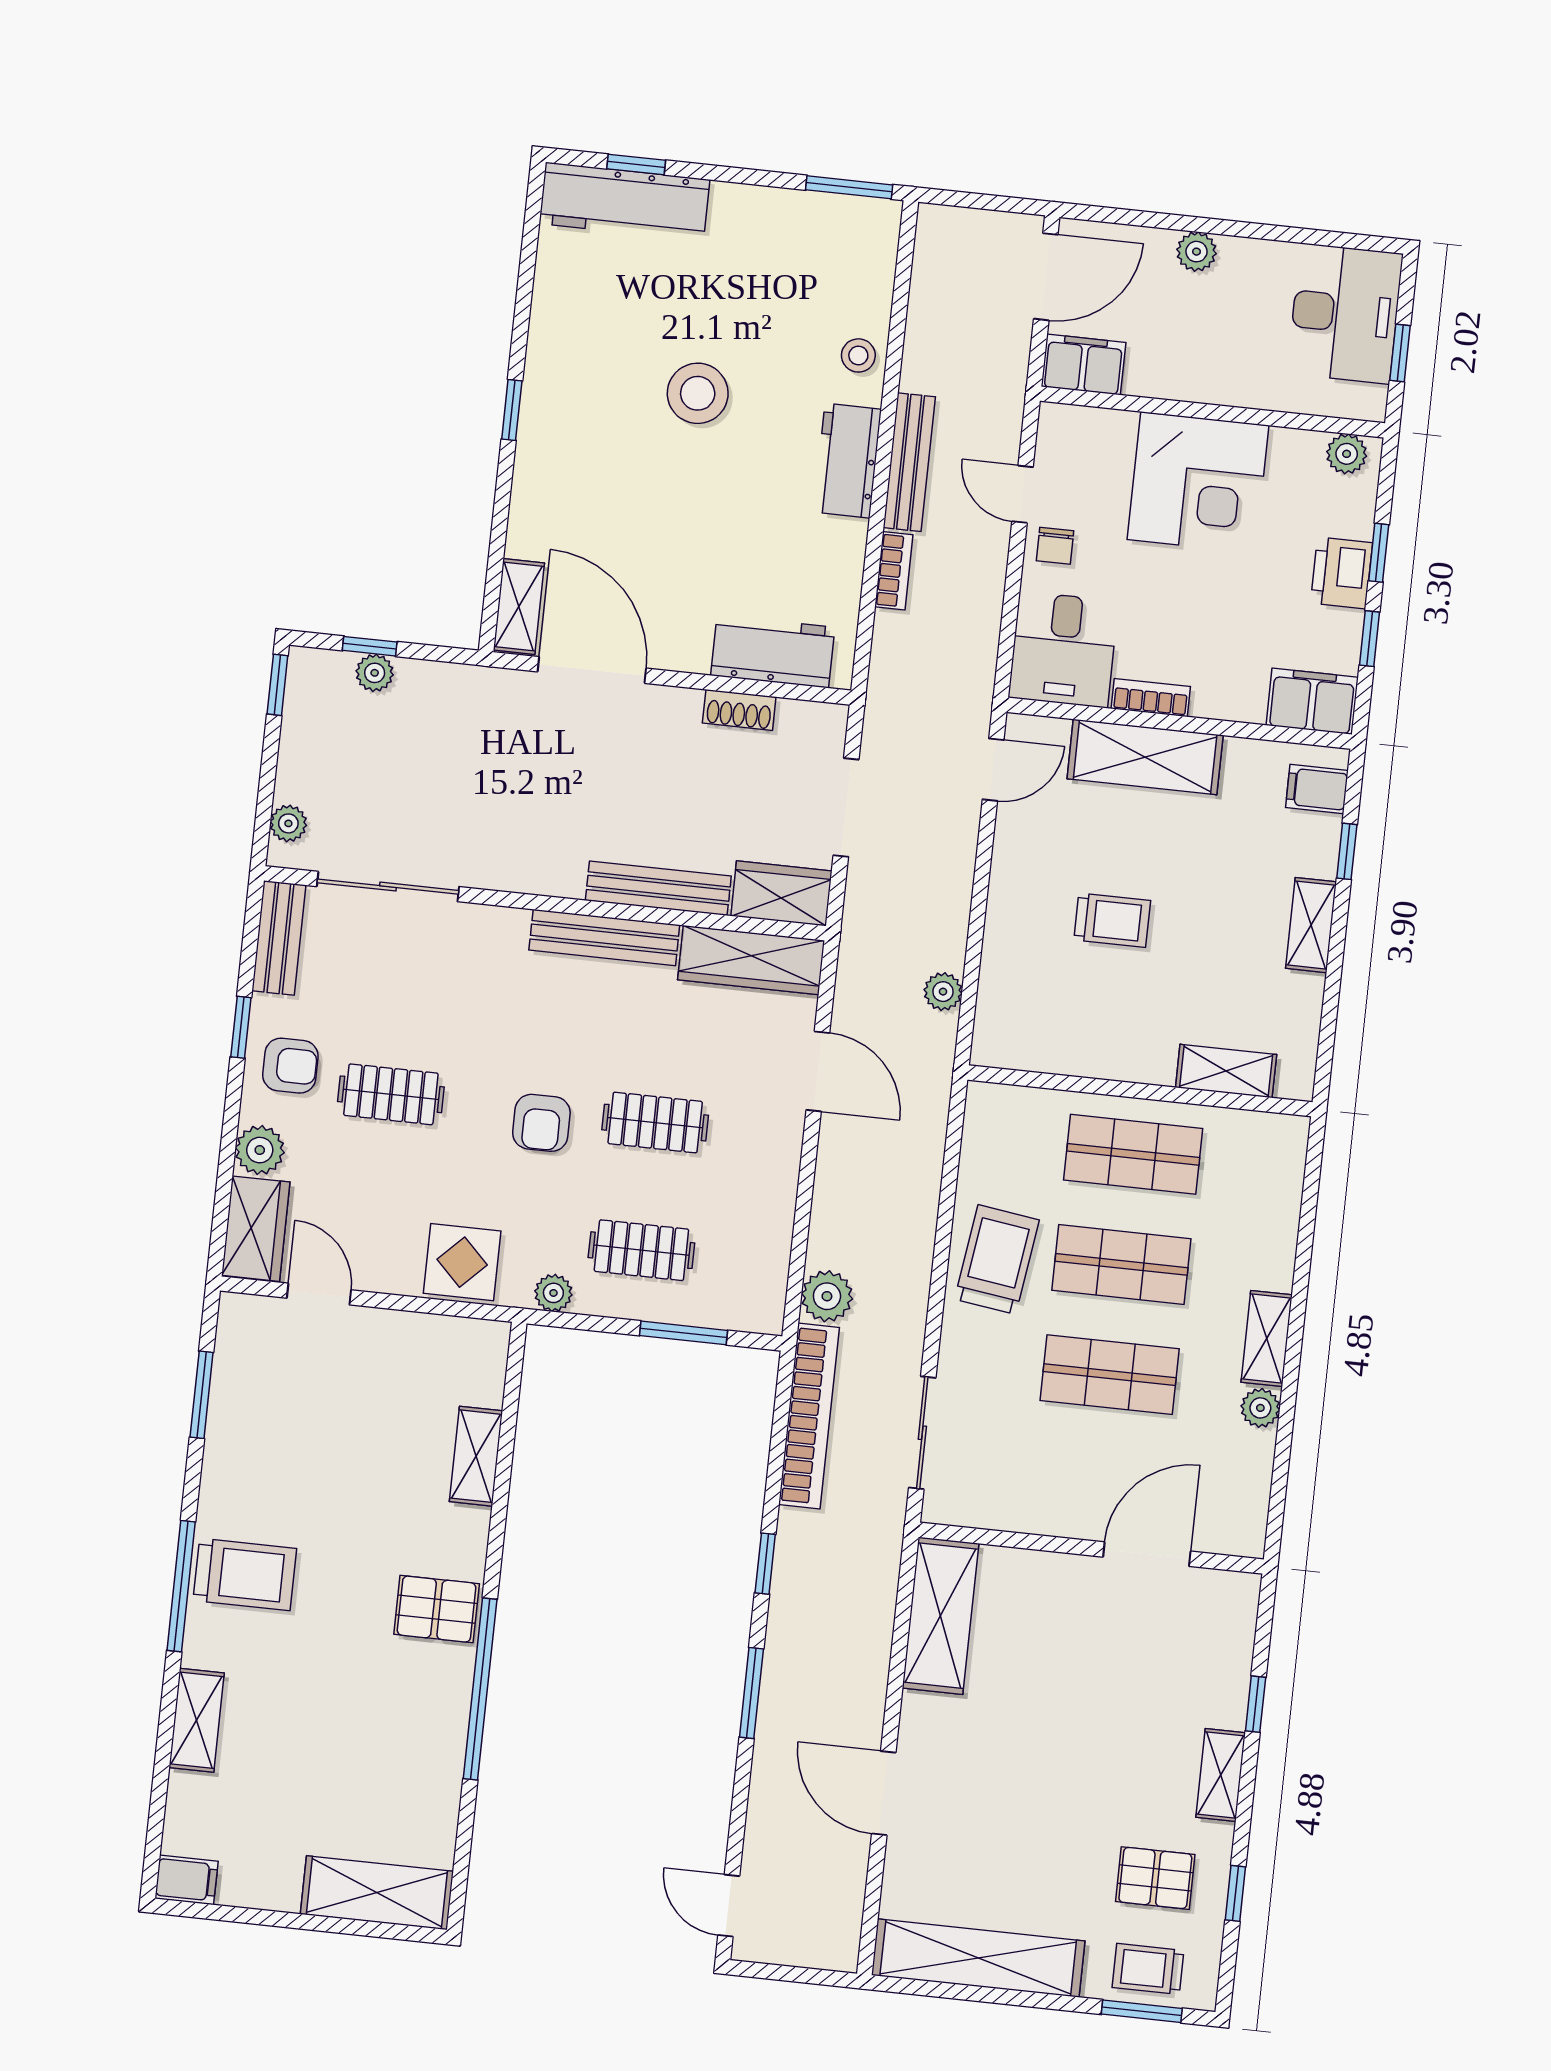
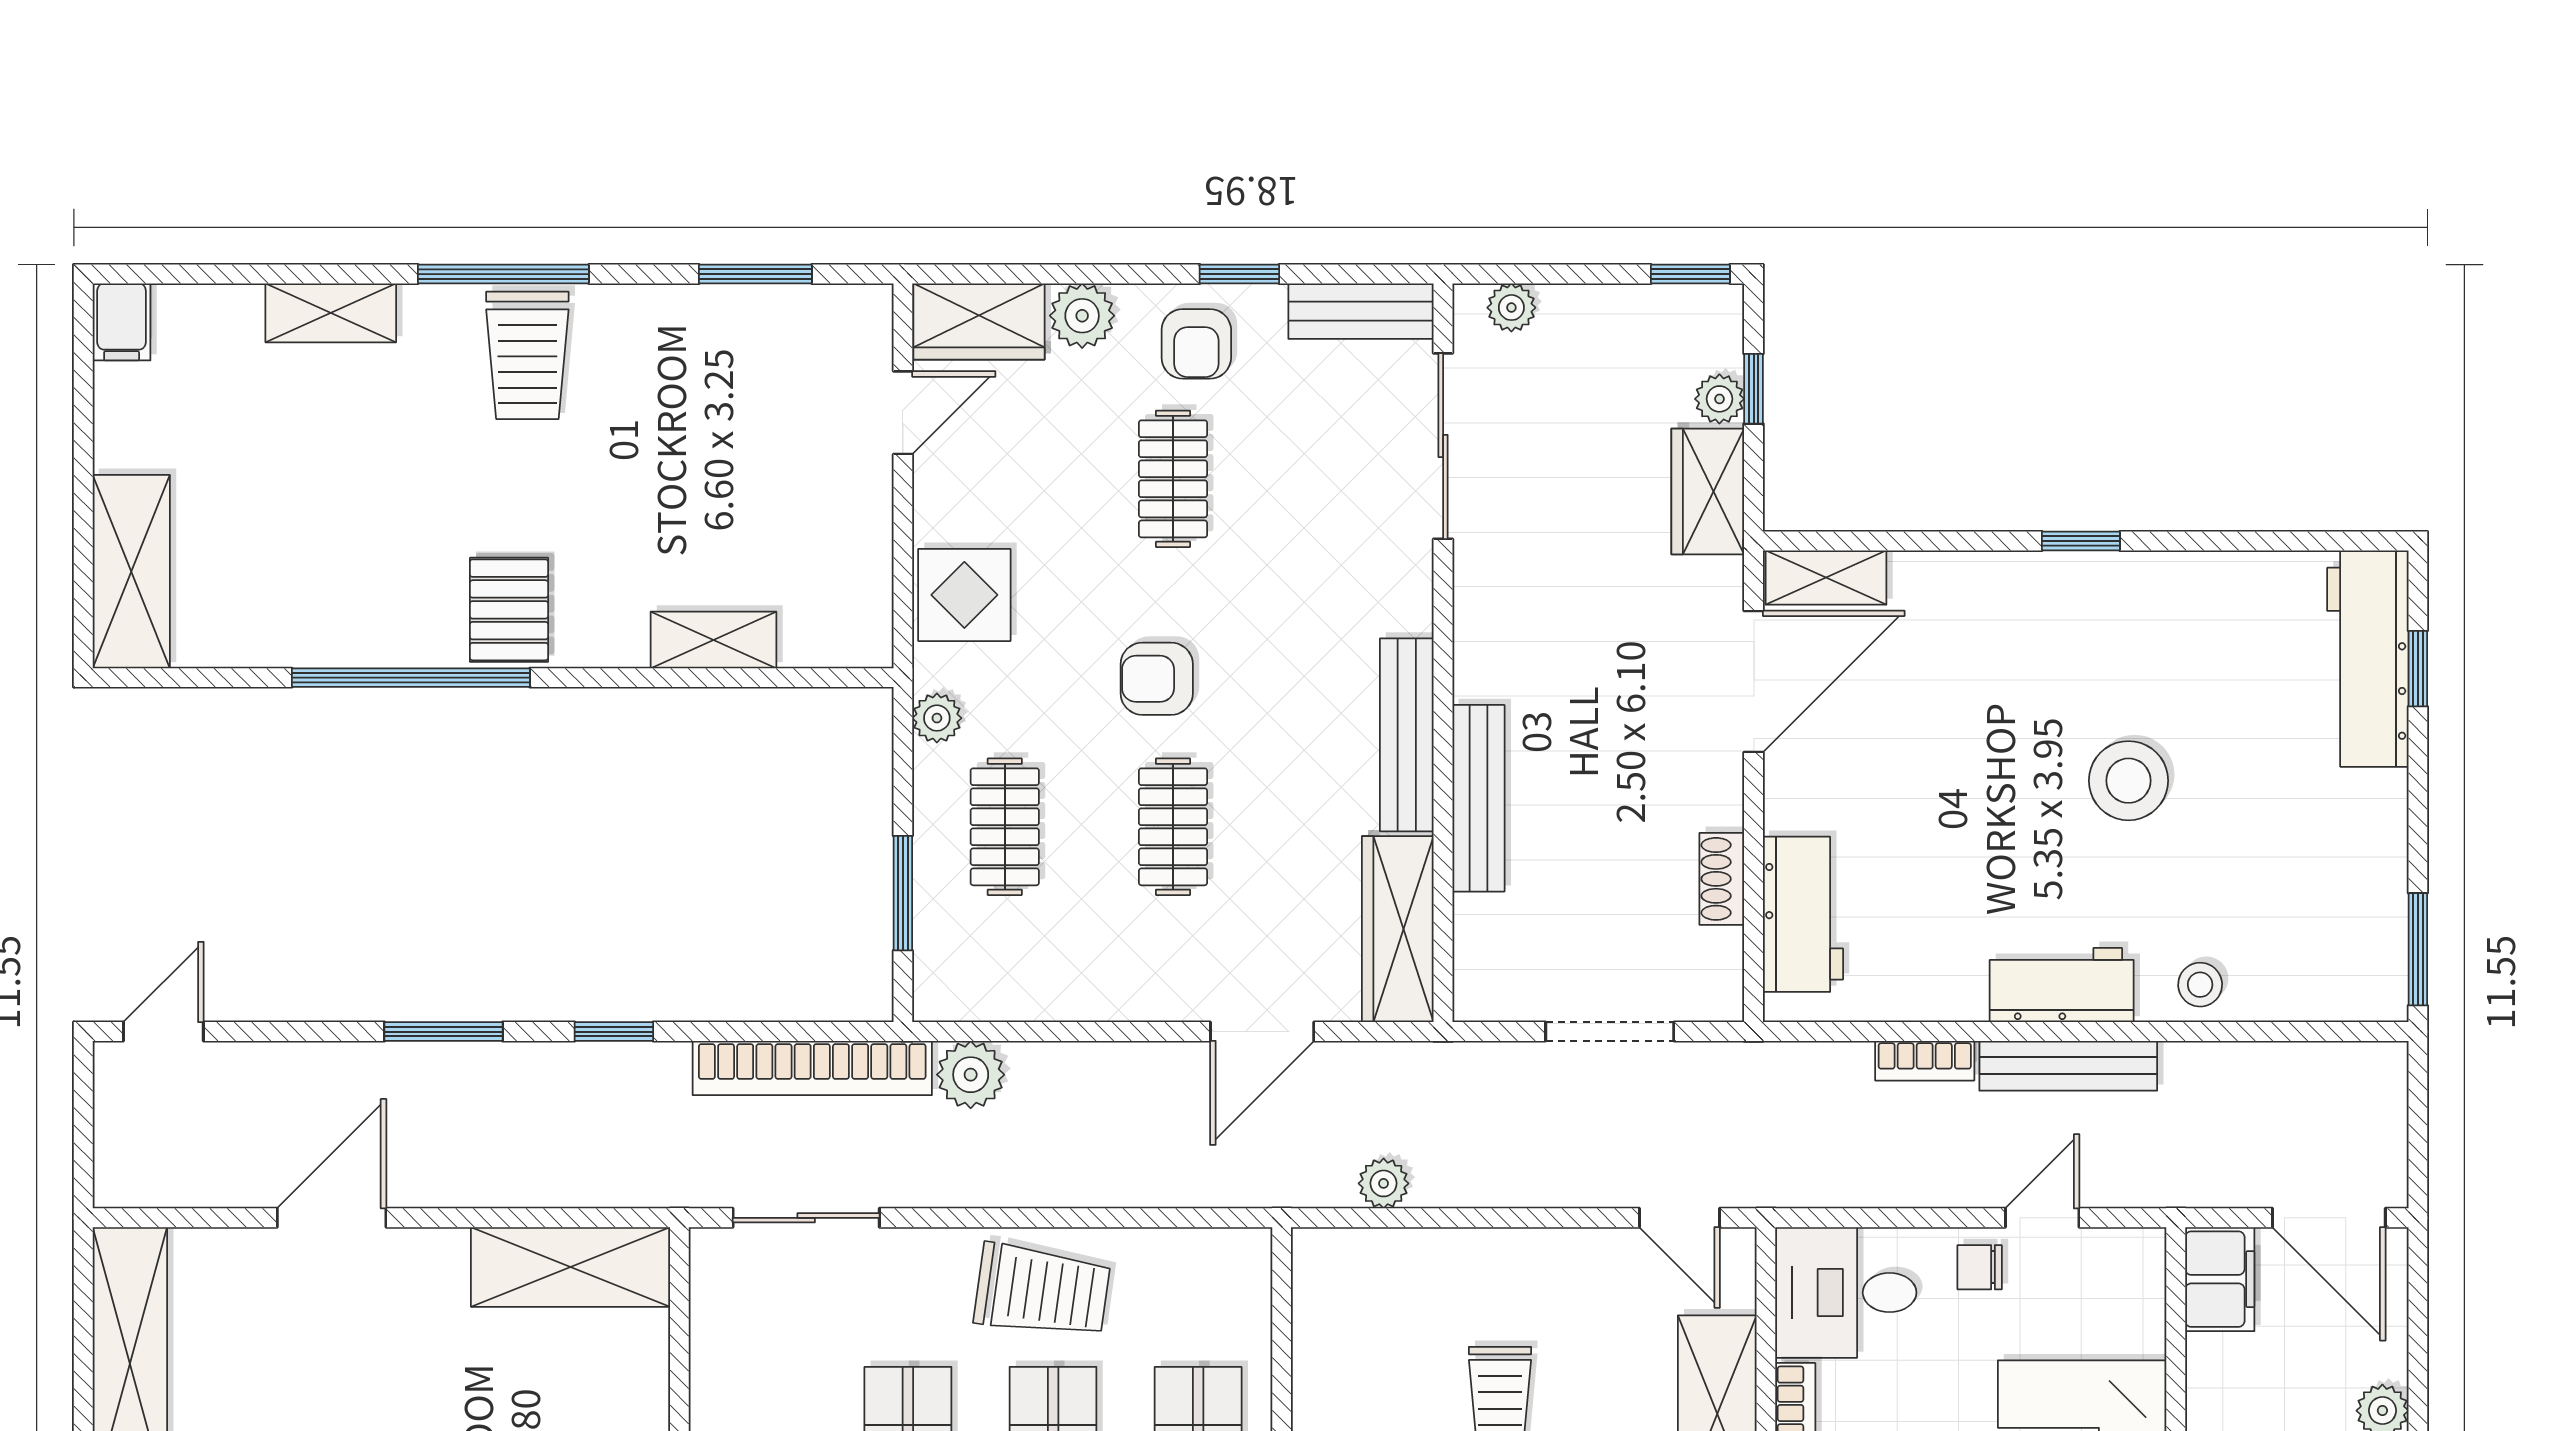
wardrobe: (781, 893) -> (1708, 491), moved, turned 180

